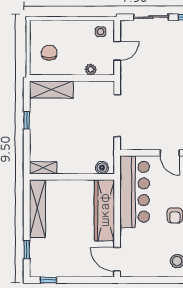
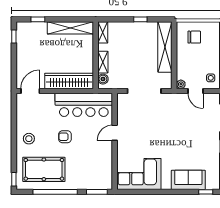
plant: (91, 69) -> (181, 84), moved
shelving: (51, 89) -> (165, 47), width x1.47
shelving: (81, 168) -> (103, 62), added

